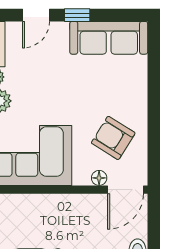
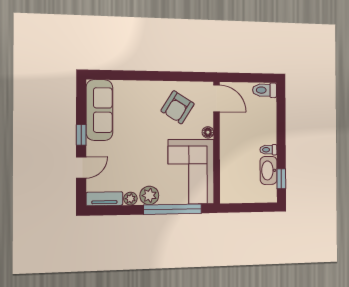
door: (36, 15) -> (81, 167), hinge flipped
floor lamp: (99, 178) -> (208, 132), moved

